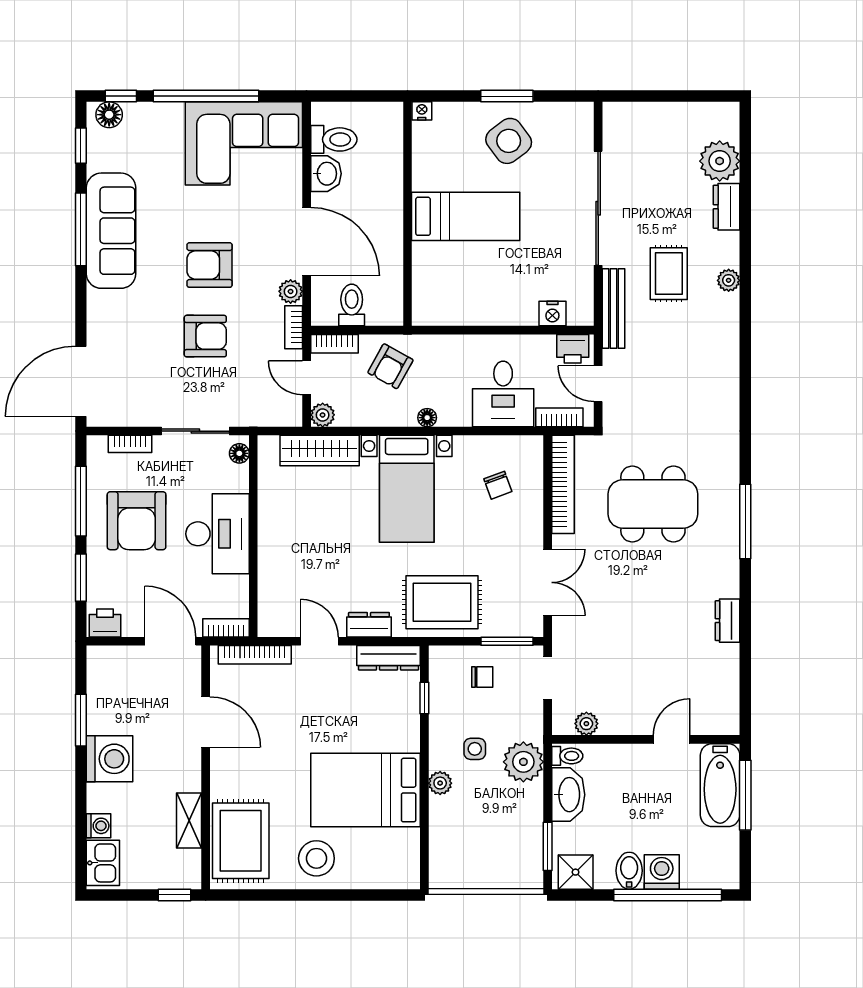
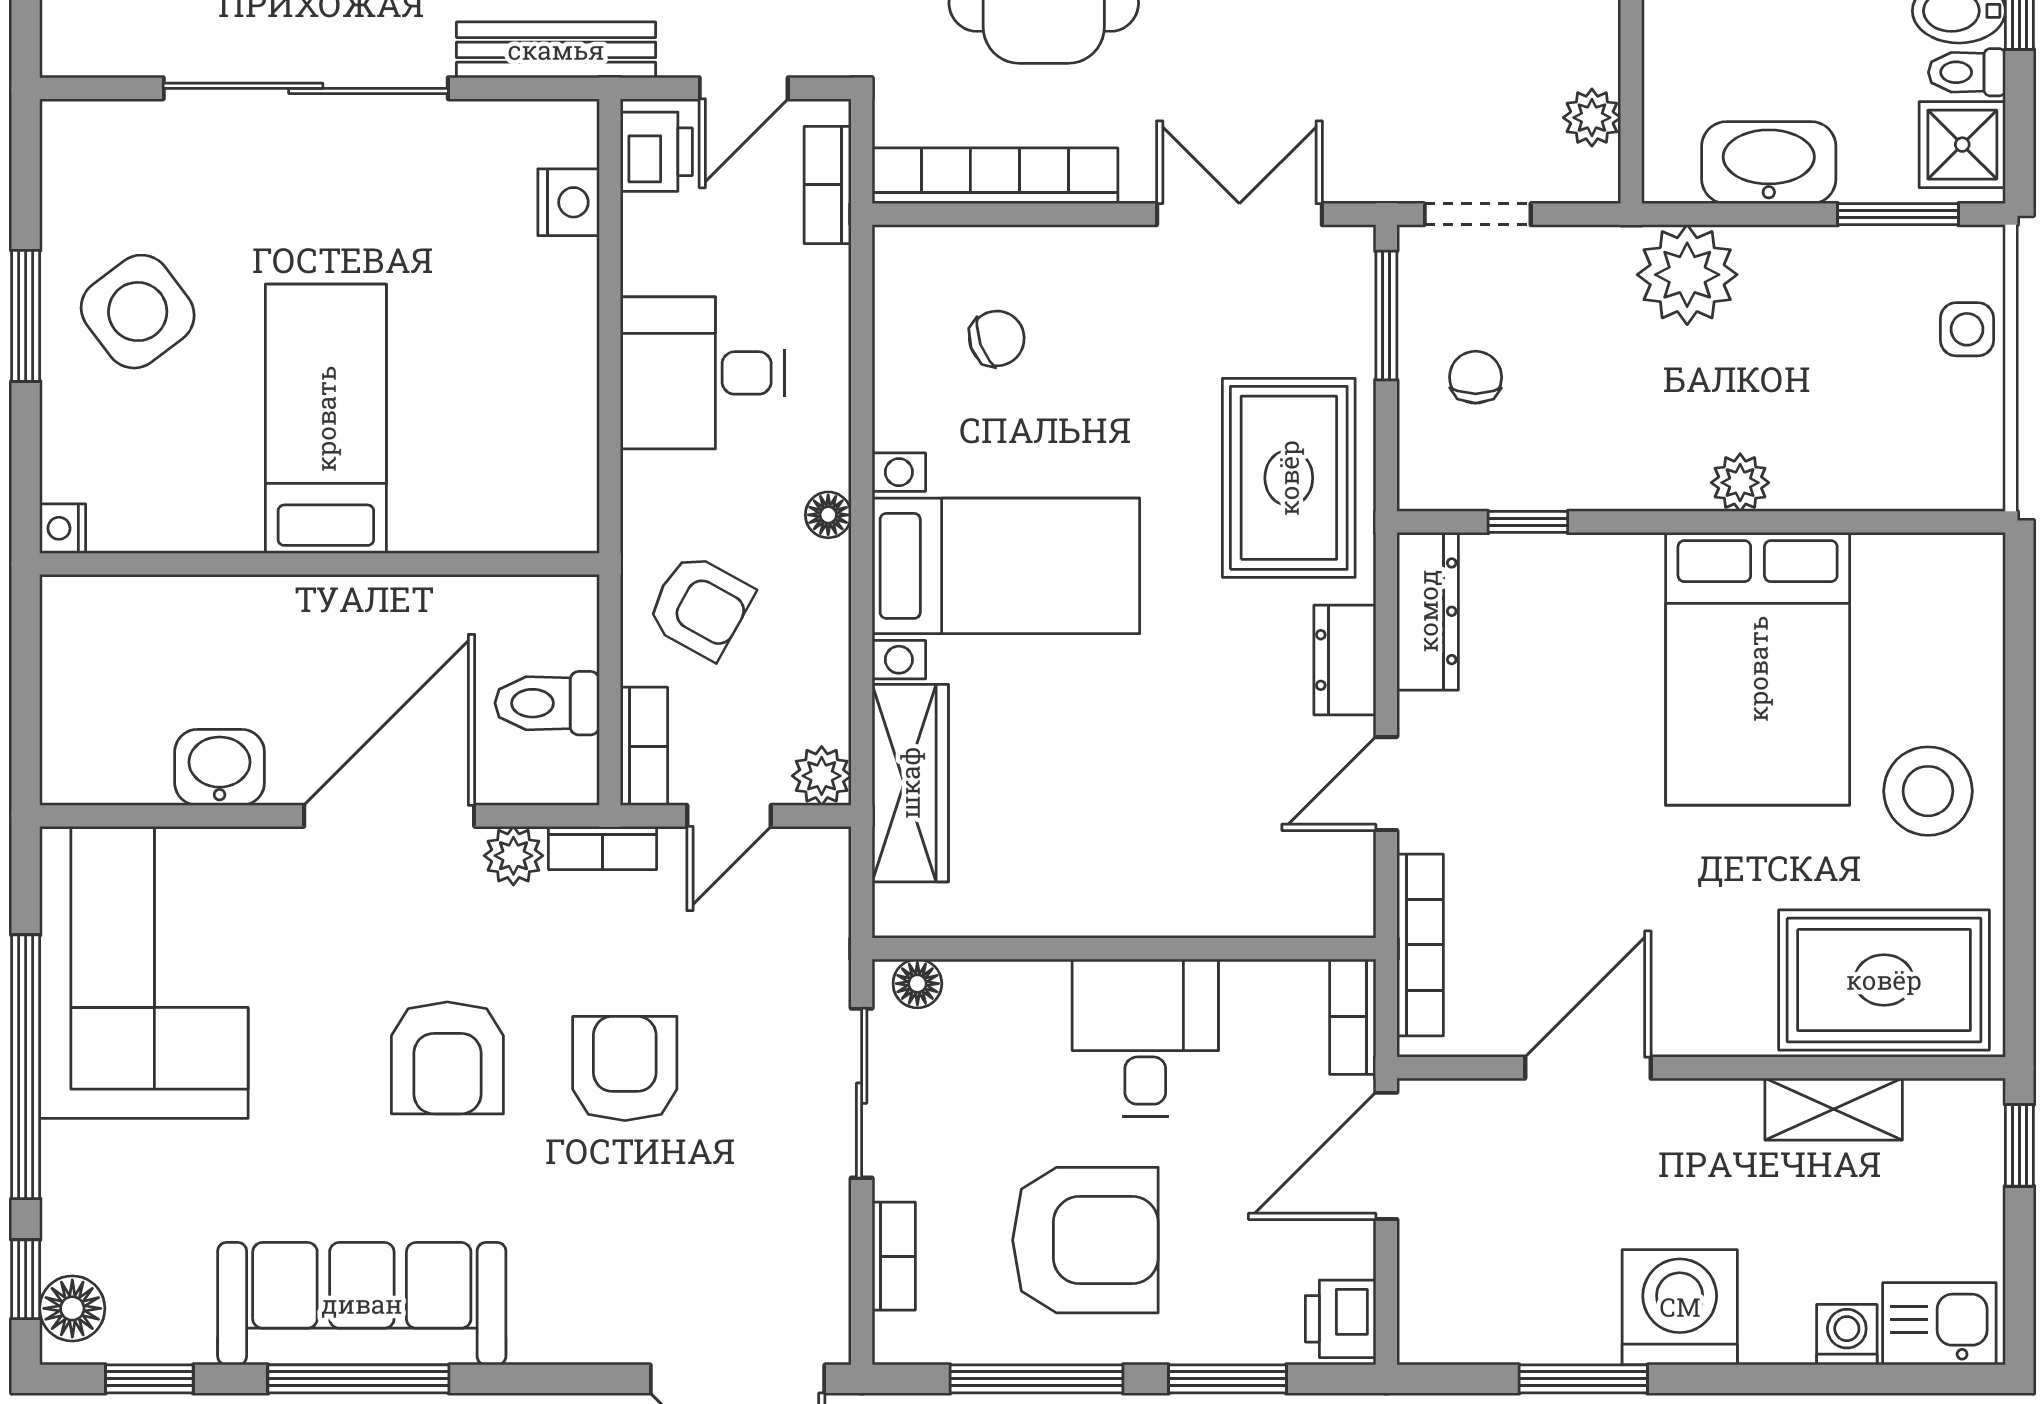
toilet: (334, 139) -> (134, 748), removed
desk: (503, 394) -> (702, 373), moved, turned 180
desk: (217, 534) -> (1145, 1038), width x0.73
side table: (475, 749) -> (1967, 329), moved
toilet: (567, 756) -> (1967, 72), moved, turned -90

